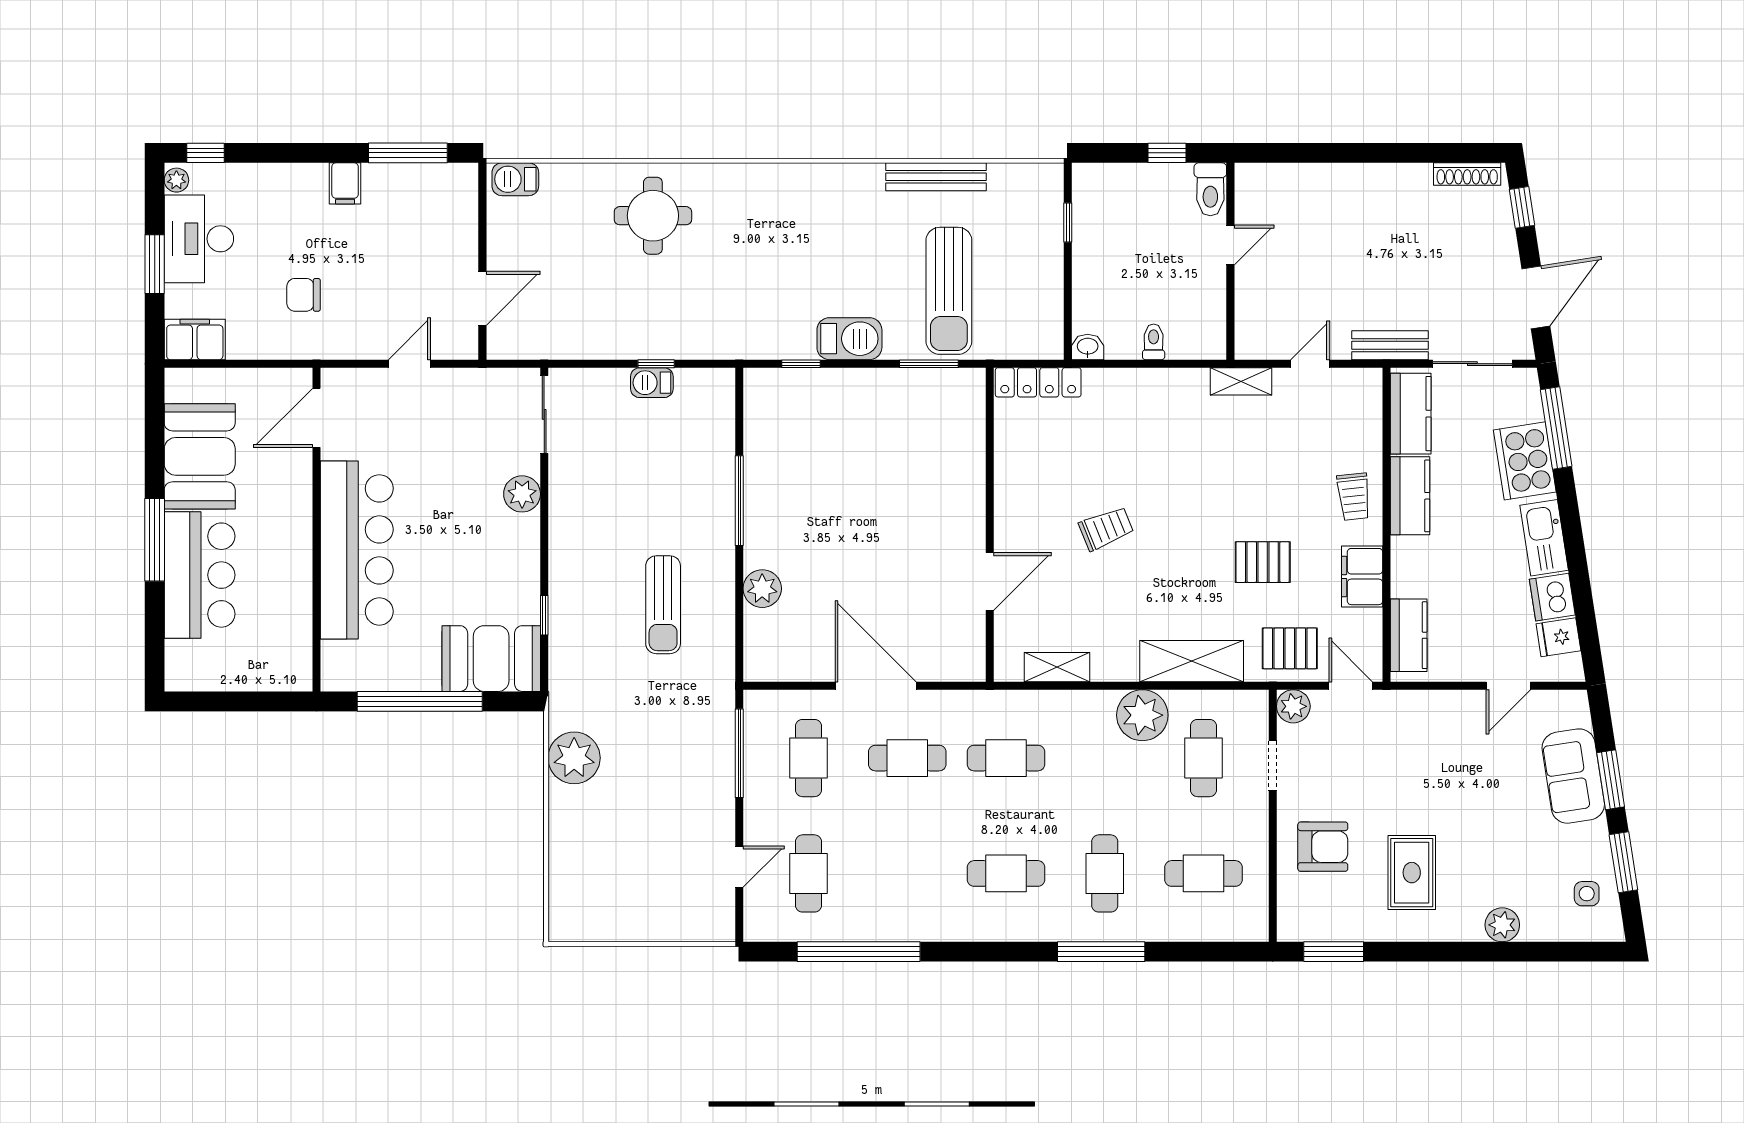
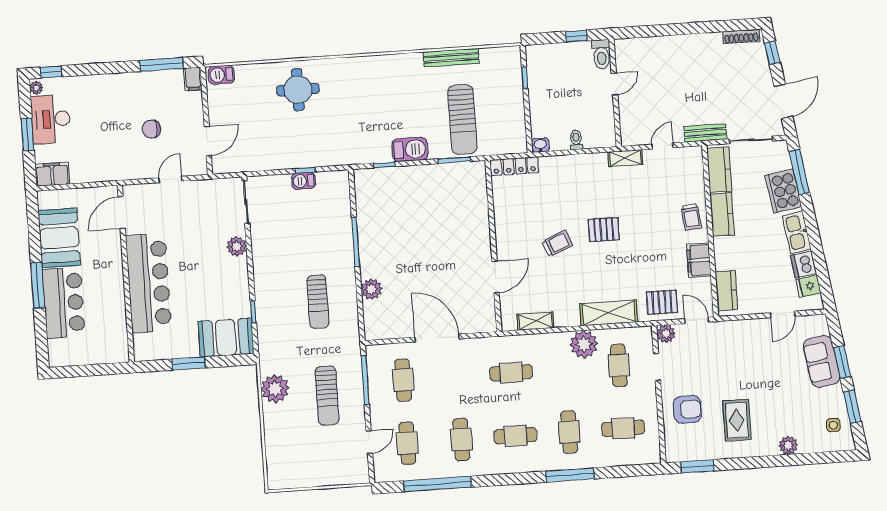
filing cabinet: (345, 183) -> (193, 79), moved
chair: (304, 295) -> (151, 129), moved
pallet: (1263, 562) -> (604, 230), moved
window: (420, 701) -> (189, 364), width x0.47
cafe table: (907, 758) -> (461, 439), moved, turned 90
sun lounger: (668, 777) -> (327, 396), added

